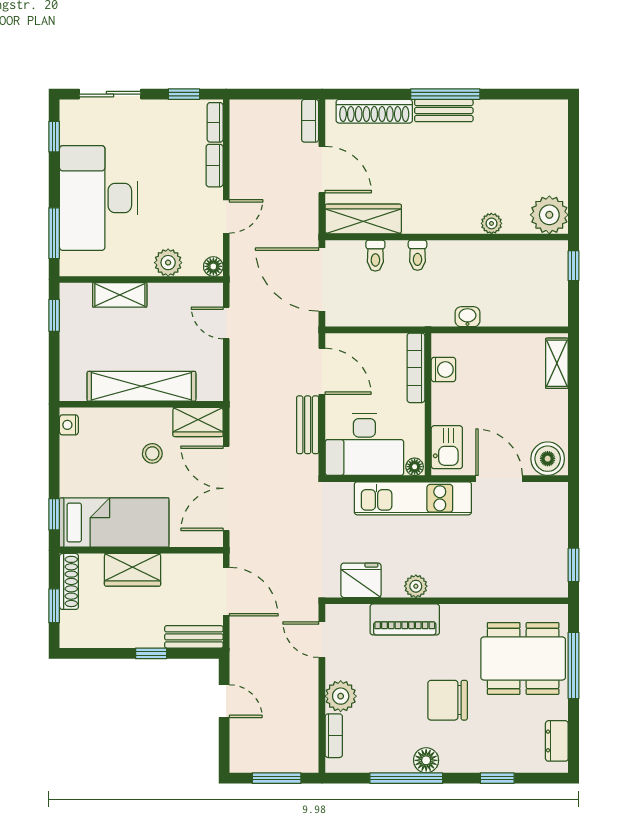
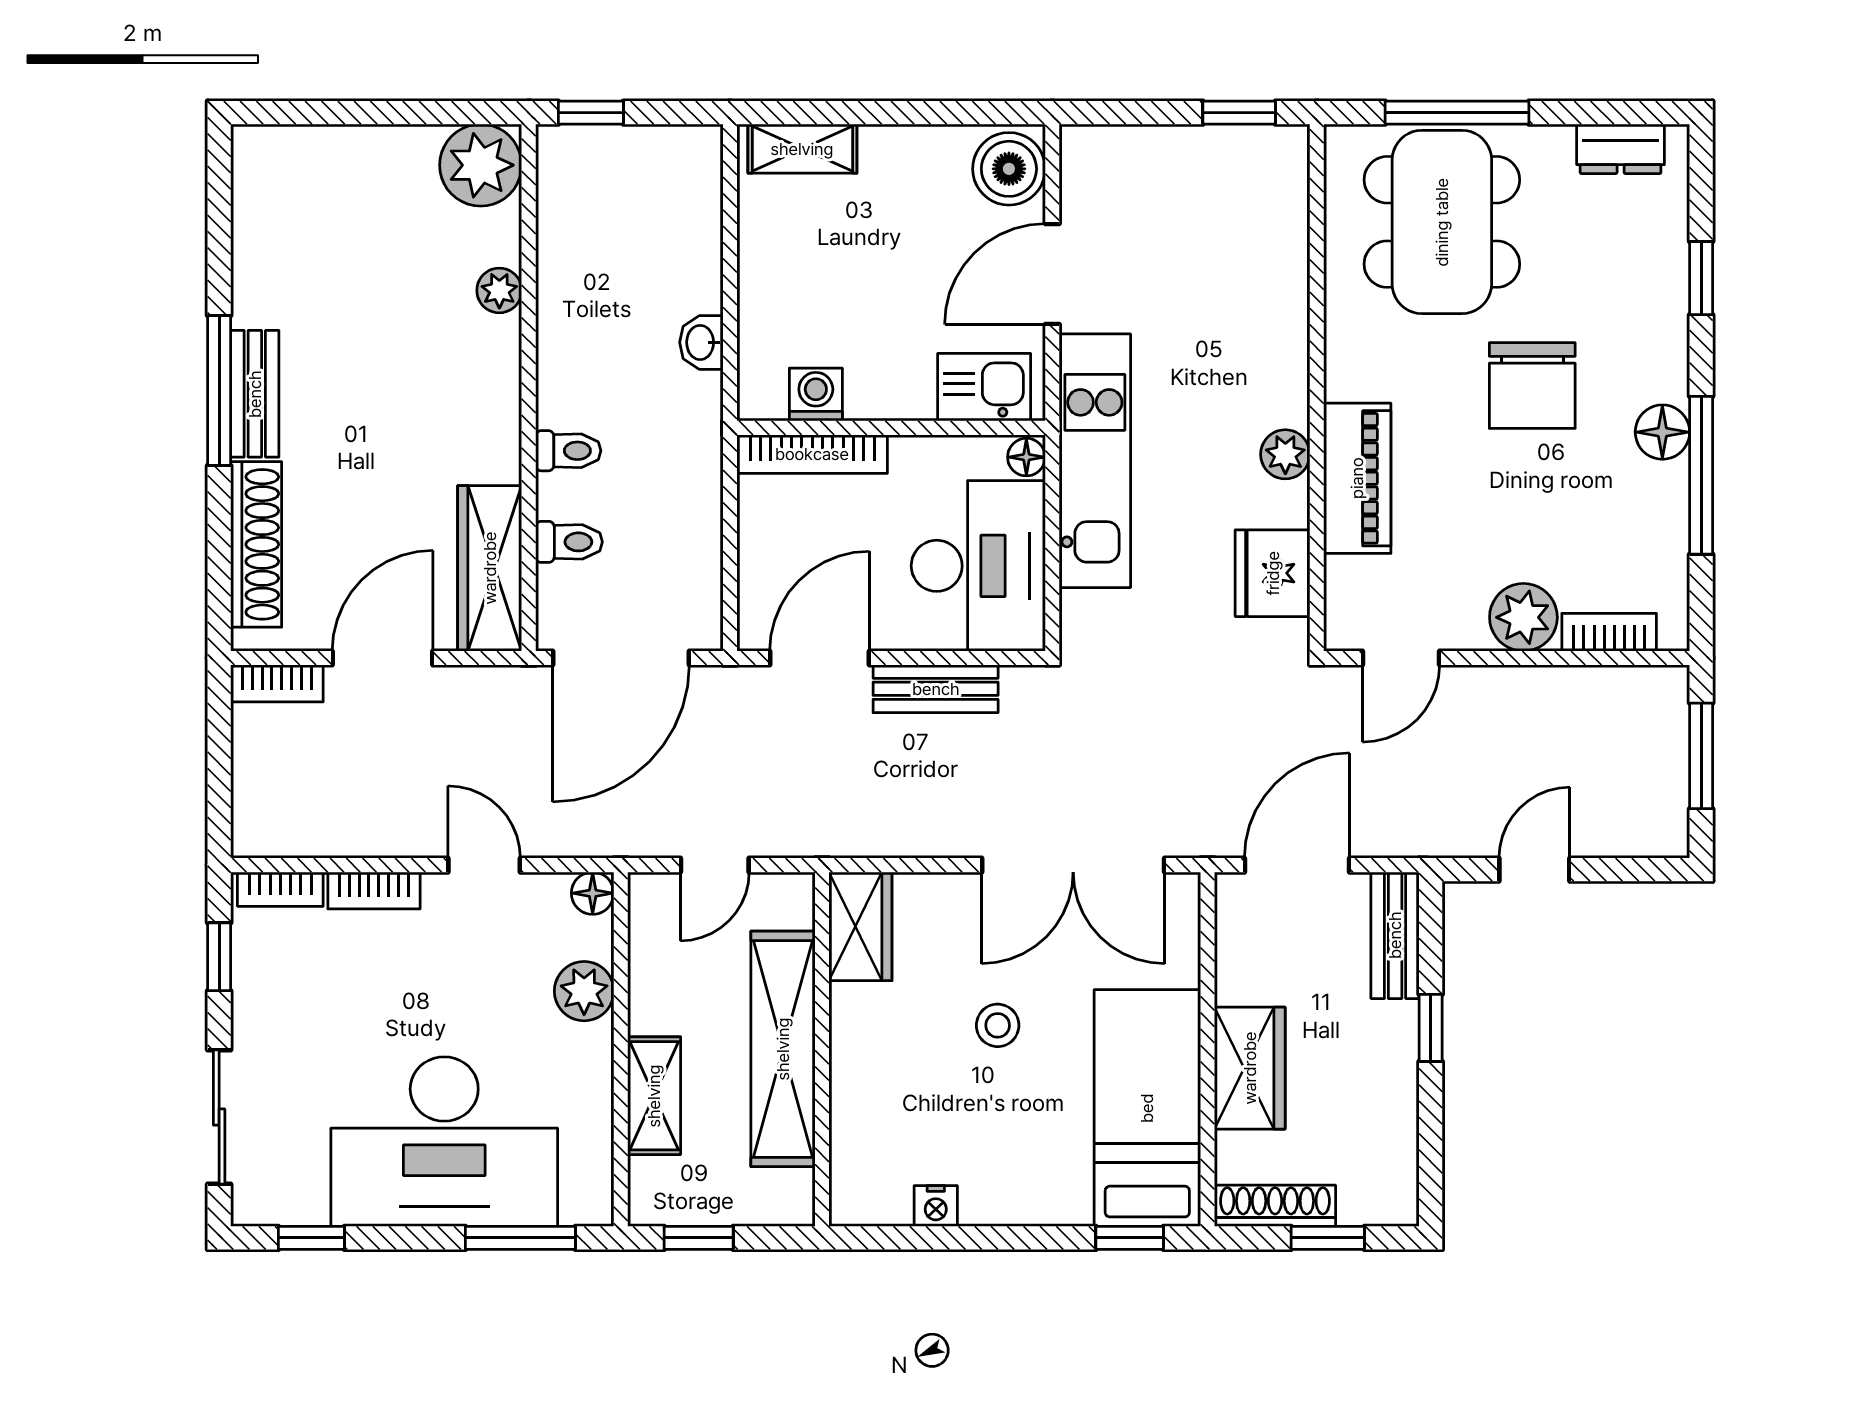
shelving: (141, 386) -> (783, 1049), moved
wall: (141, 404) -> (822, 1049), moved
wardrobe: (198, 422) -> (860, 926), moved

